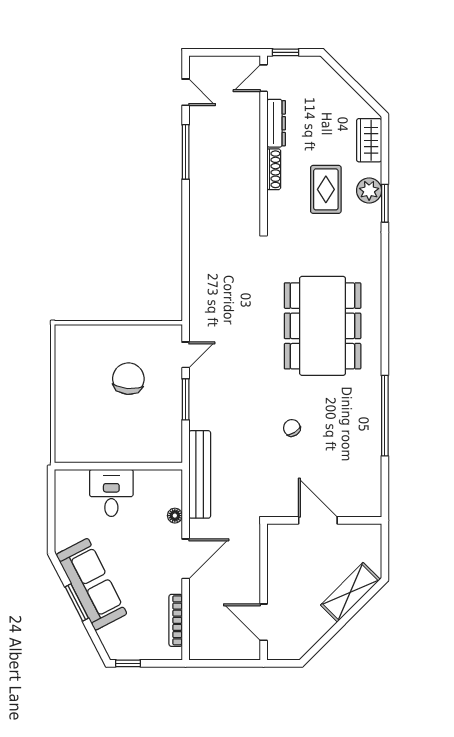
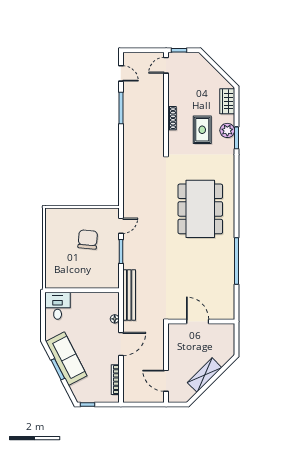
dresser: (276, 123) -> (173, 91), removed
chair: (292, 428) -> (183, 268), removed
desk: (111, 493) -> (58, 306), moved
shelving: (350, 592) -> (205, 375), moved

